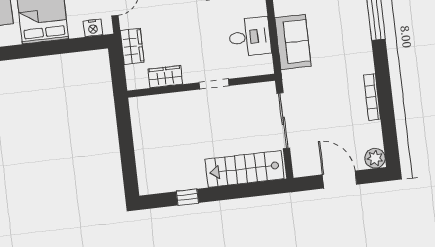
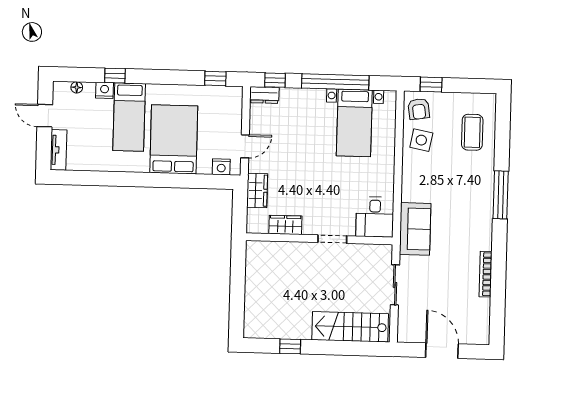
desk: (250, 37) -> (375, 217), moved, turned 90
sofa: (293, 42) -> (415, 229), moved
sliding door: (283, 121) -> (395, 285), width x0.73
plant: (375, 158) -> (480, 335), removed

